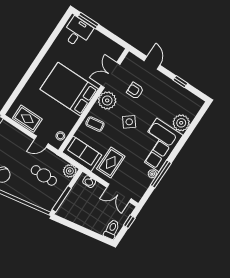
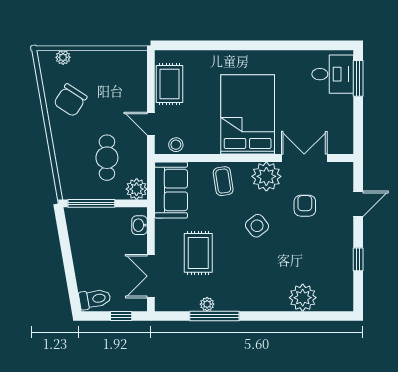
corner sofa: (158, 145) -> (252, 286), removed
rug: (111, 162) -> (198, 253), moved, turned 90

